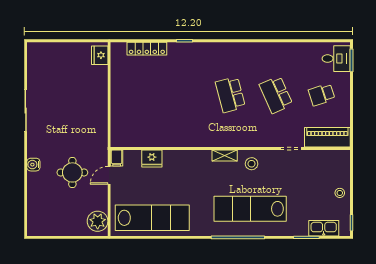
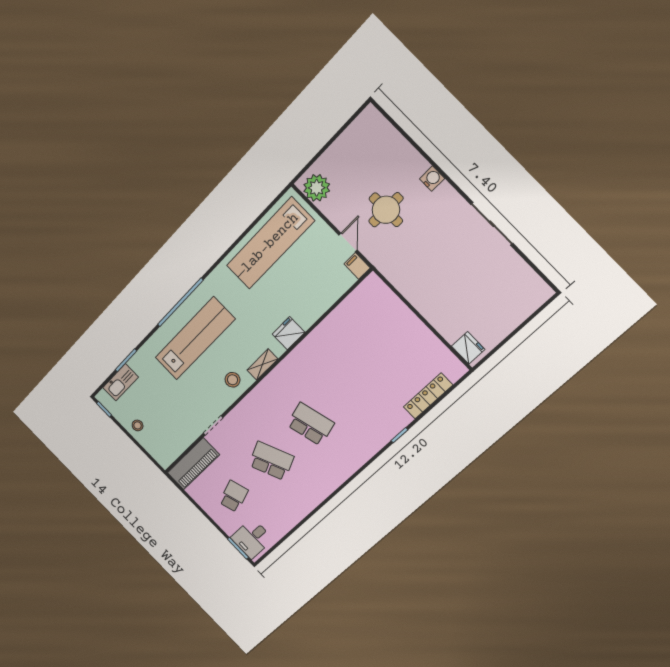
fridge: (152, 158) -> (288, 333), moved

